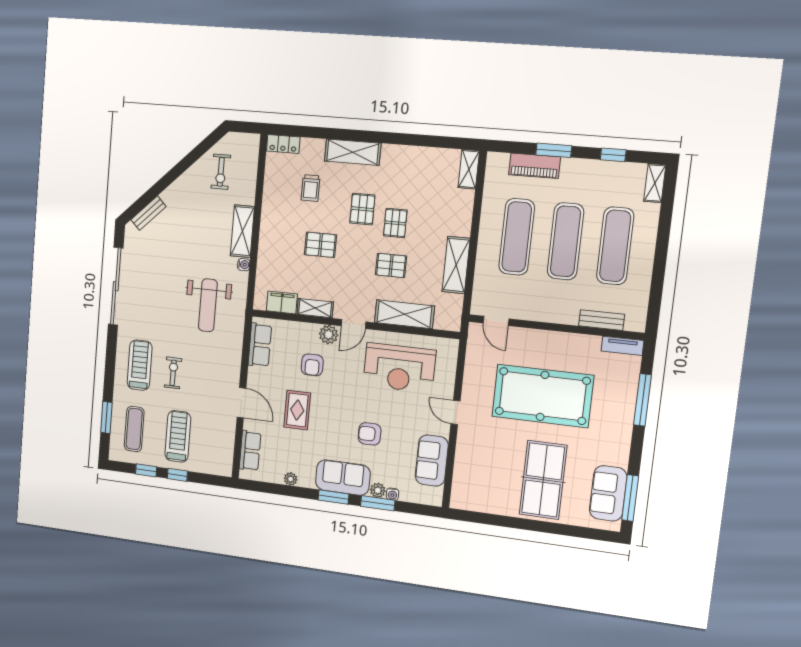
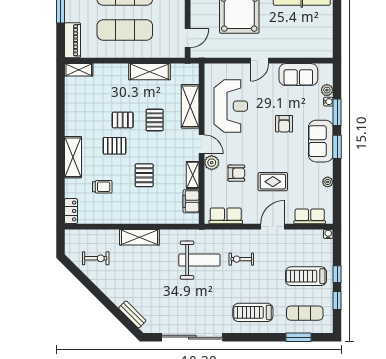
piano: (535, 166) -> (73, 40), moved
water cooler: (244, 265) -> (328, 234), moved
exercise bike: (173, 373) -> (241, 259), moved
plant: (378, 490) -> (327, 90), moved

